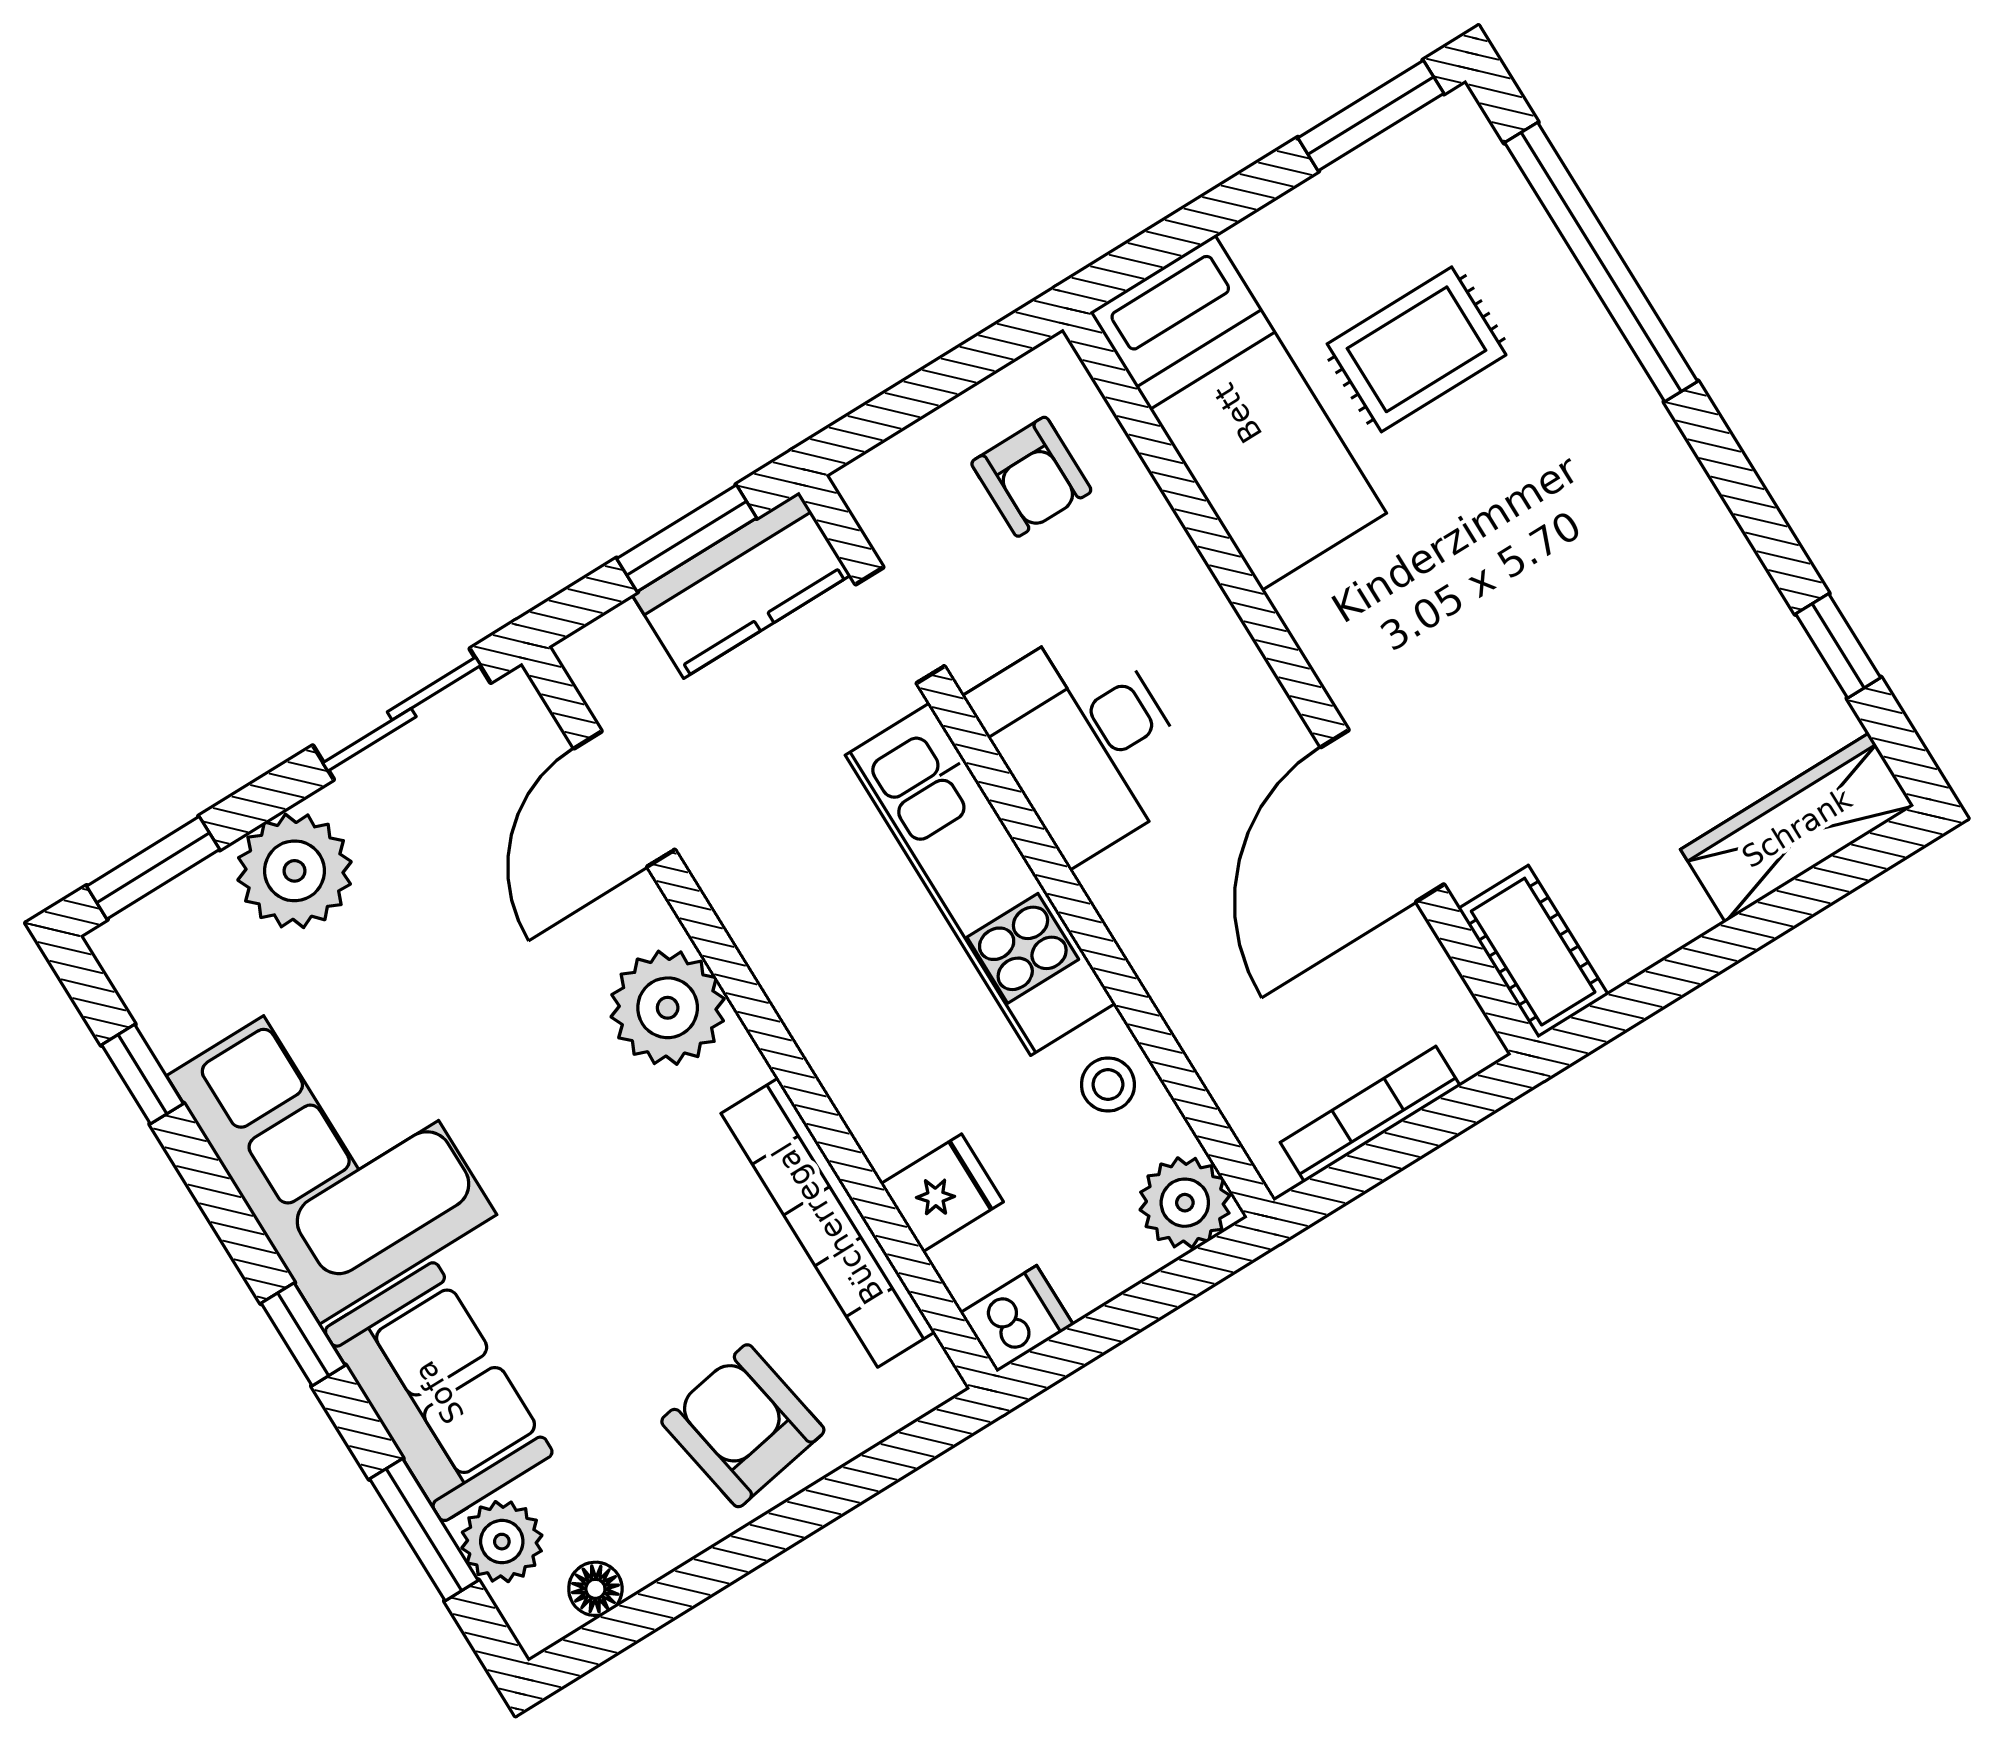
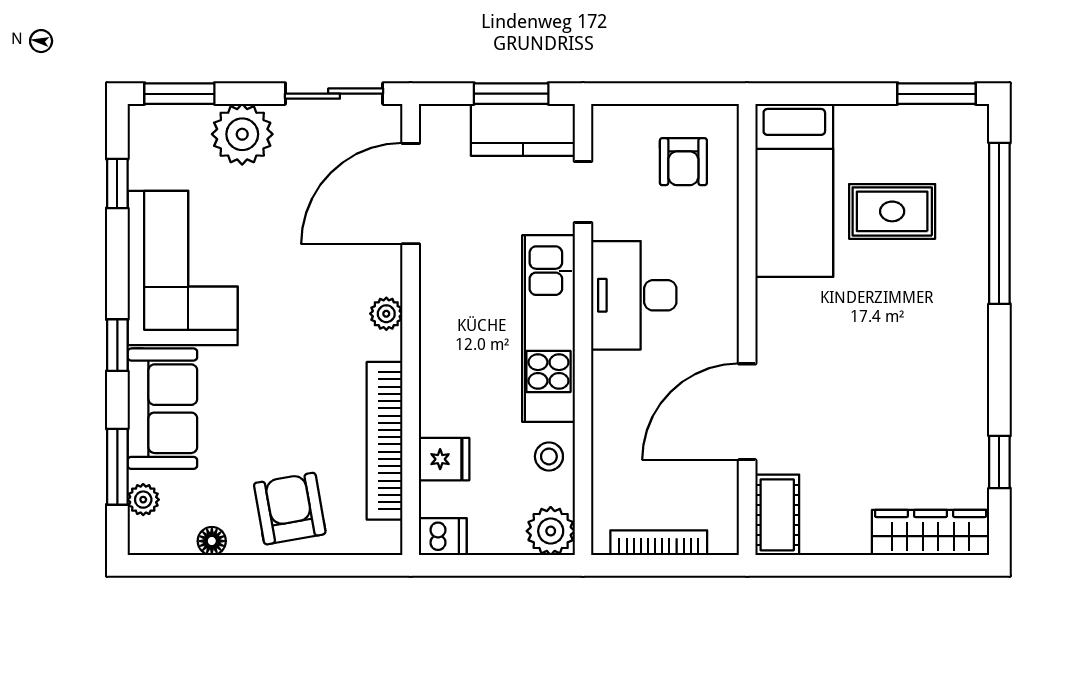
door: (624, 799) -> (411, 194), width x1.36
plant: (668, 1008) -> (386, 314), width x0.53, depth x0.53
plant: (502, 1542) -> (143, 500), width x0.73, depth x0.73
floor lamp: (595, 1589) -> (212, 541), moved

